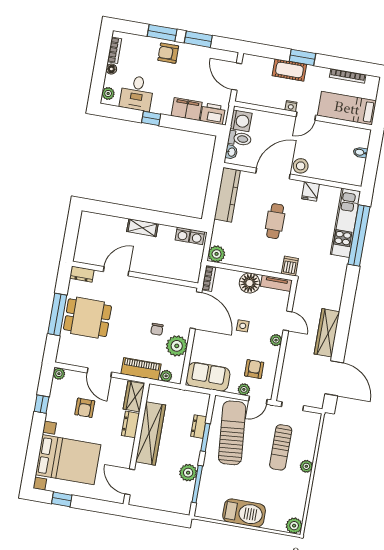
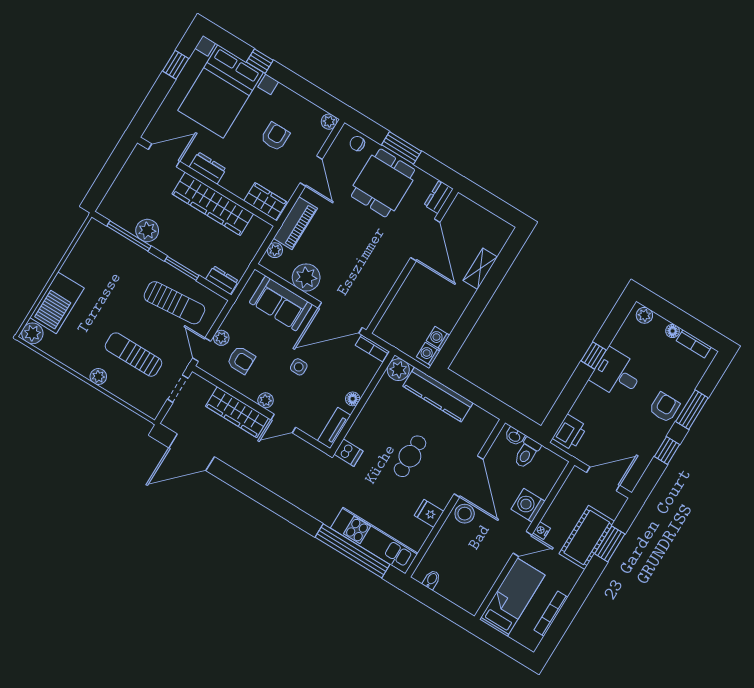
window: (198, 39) -> (667, 450), width x0.67
window: (302, 57) -> (610, 544), moved
cot: (289, 70) -> (587, 537), width x1.37, depth x1.34
desk: (137, 93) -> (617, 374), moved
filing cabinet: (187, 109) -> (588, 403), removed
door: (306, 116) -> (522, 544), swing flipped
washing machine: (241, 121) -> (528, 505), moved, turned 90
bidet: (360, 152) -> (432, 580), moved
kitchen counter: (227, 195) -> (438, 394), moved
cafe table: (275, 221) -> (410, 456), turned 90
shelving: (142, 228) -> (480, 269), moved
door: (116, 271) -> (425, 240), width x1.36
floor lamp: (249, 283) -> (353, 399), width x0.53, depth x0.53
window: (57, 314) -> (401, 148), width x0.69
chair: (157, 329) -> (357, 143), moved
wardrobe: (327, 333) -> (237, 412), moved, turned 180
door: (99, 372) -> (311, 171), swing flipped
sofa: (208, 377) -> (281, 303), moved, turned 90
window: (42, 404) -> (260, 61), moved
armchair: (85, 408) -> (275, 137), turned 90
dresser: (130, 424) -> (208, 168), moved
dresser: (199, 427) -> (222, 280), moved
sun lounger: (232, 433) -> (174, 303), width x0.73, depth x0.75
barbecue: (244, 513) -> (57, 303), moved

